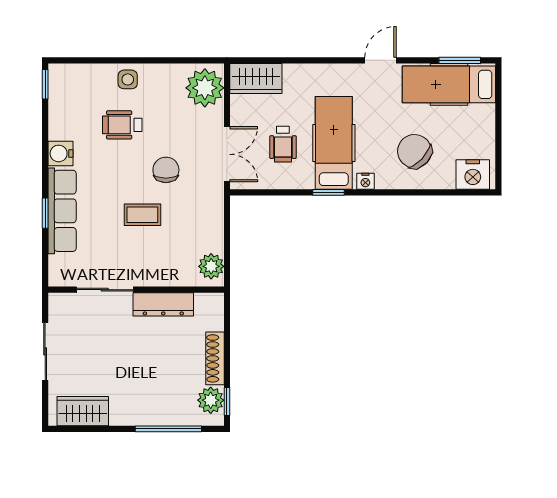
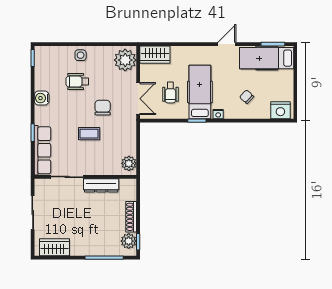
chair: (415, 151) -> (247, 97), width x0.54, depth x0.54
row of seats: (62, 211) -> (43, 150), moved

